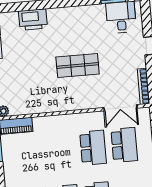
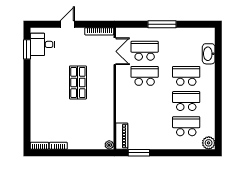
printer: (33, 20) -> (38, 115), removed

